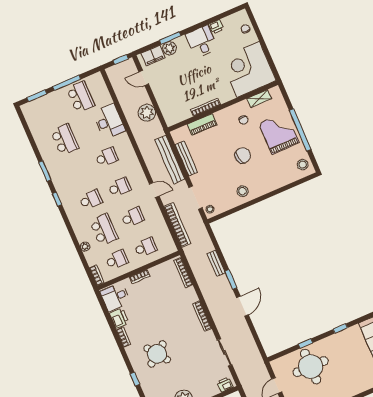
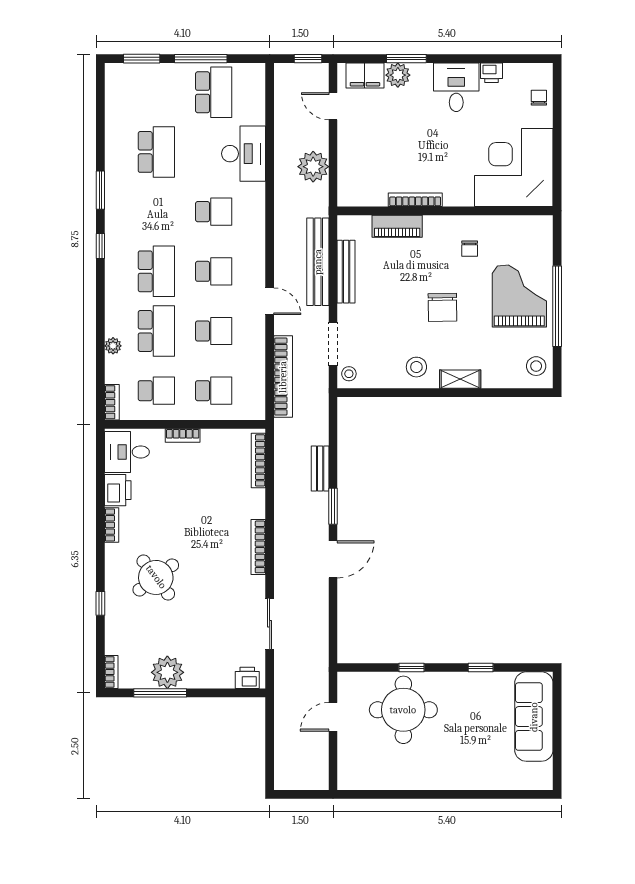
shelving: (259, 99) -> (460, 379), moved
chair: (243, 155) -> (442, 307), turned 103
school desk: (91, 200) -> (156, 271), width x1.85

